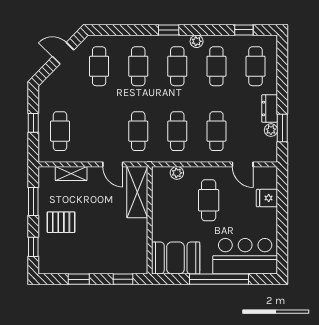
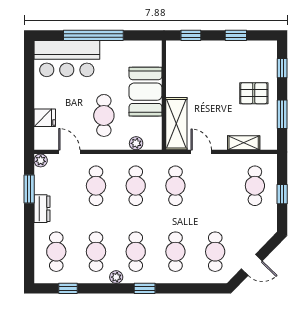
plant: (271, 130) -> (41, 160), moved
booth: (176, 258) -> (146, 92), moved, turned 90

